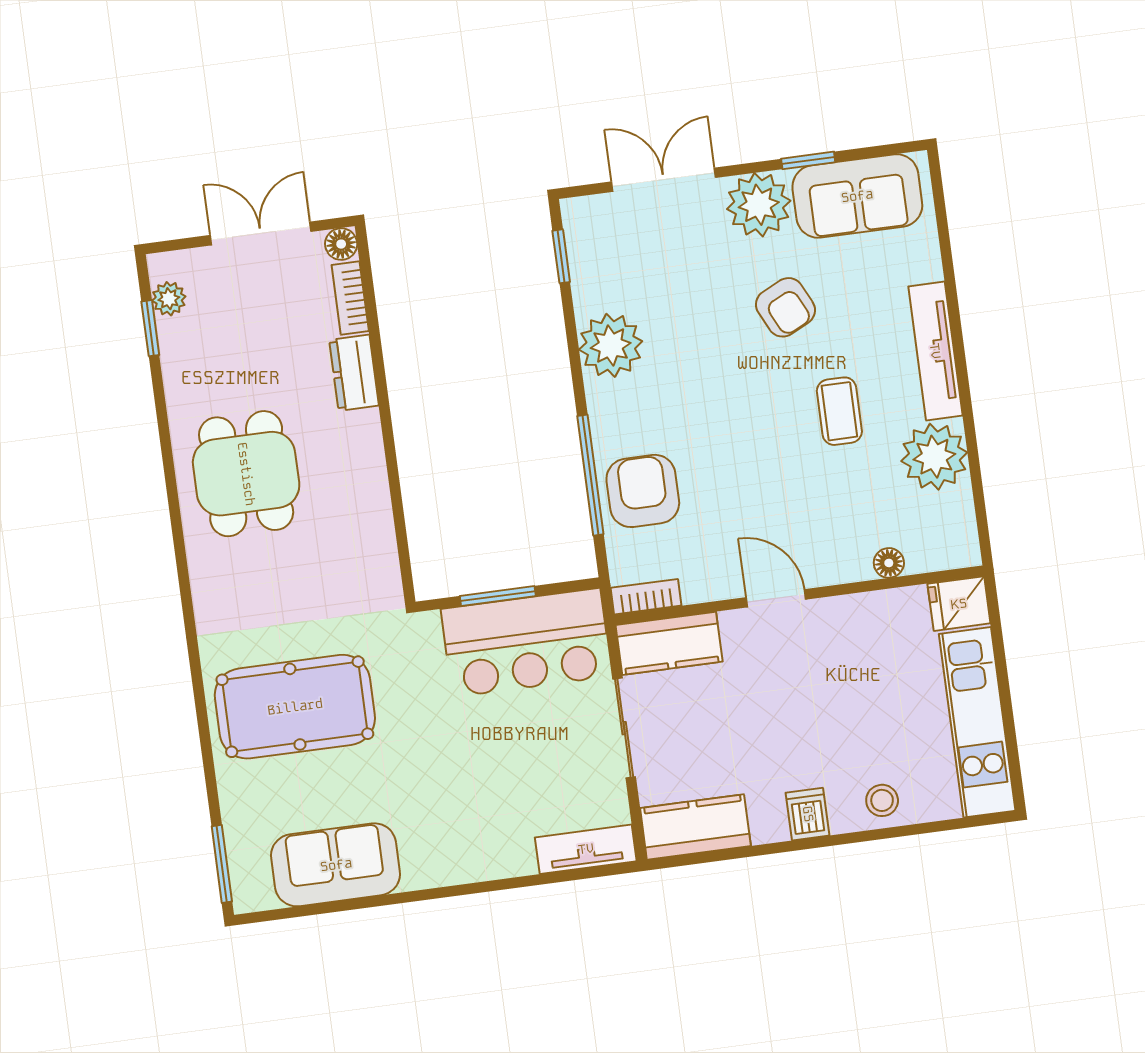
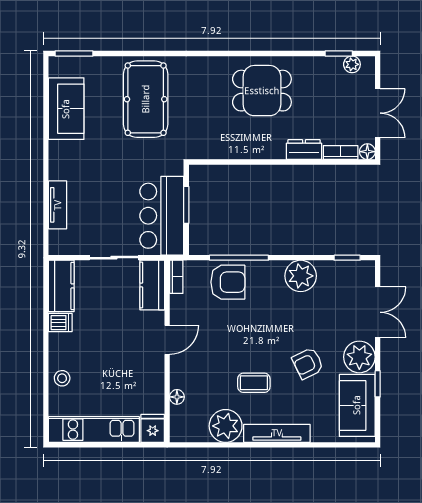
dishwasher: (808, 814) -> (60, 323), moved
tv unit: (586, 849) -> (58, 205), moved

